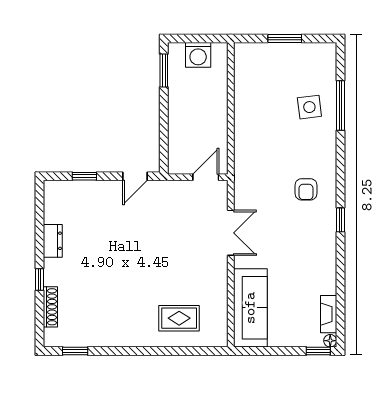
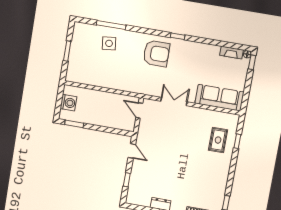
armchair: (306, 189) -> (156, 53), width x1.88, depth x1.88
window: (183, 351) -> (237, 141), added

